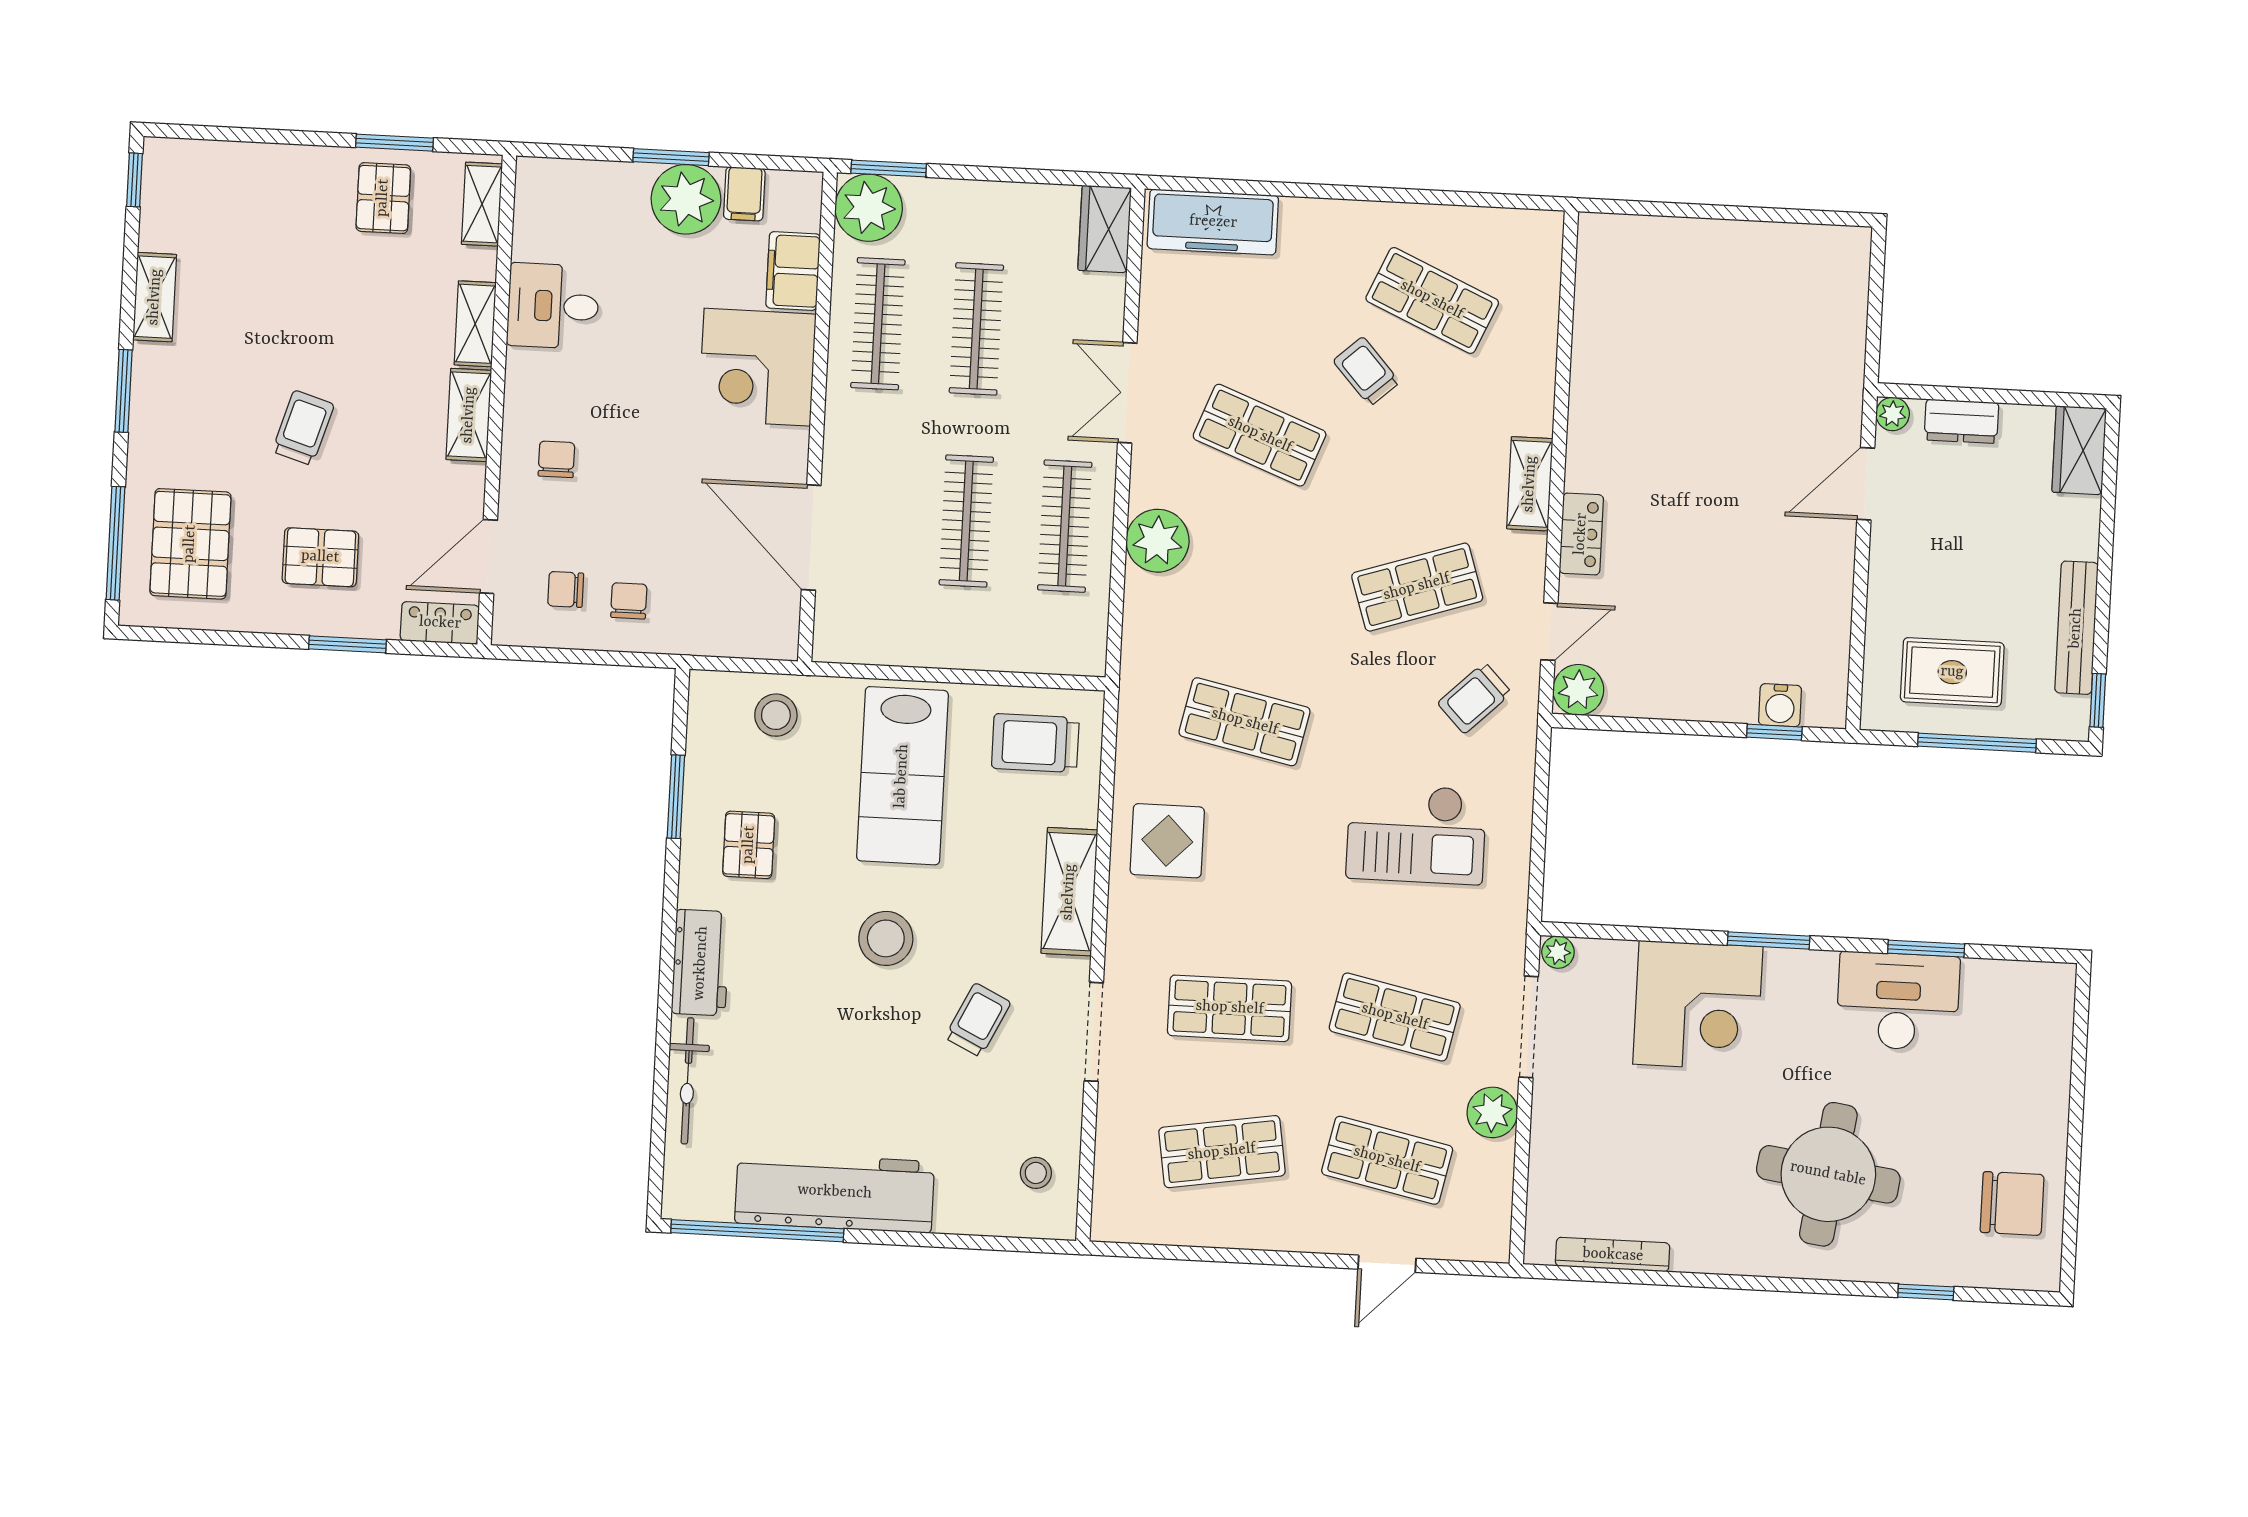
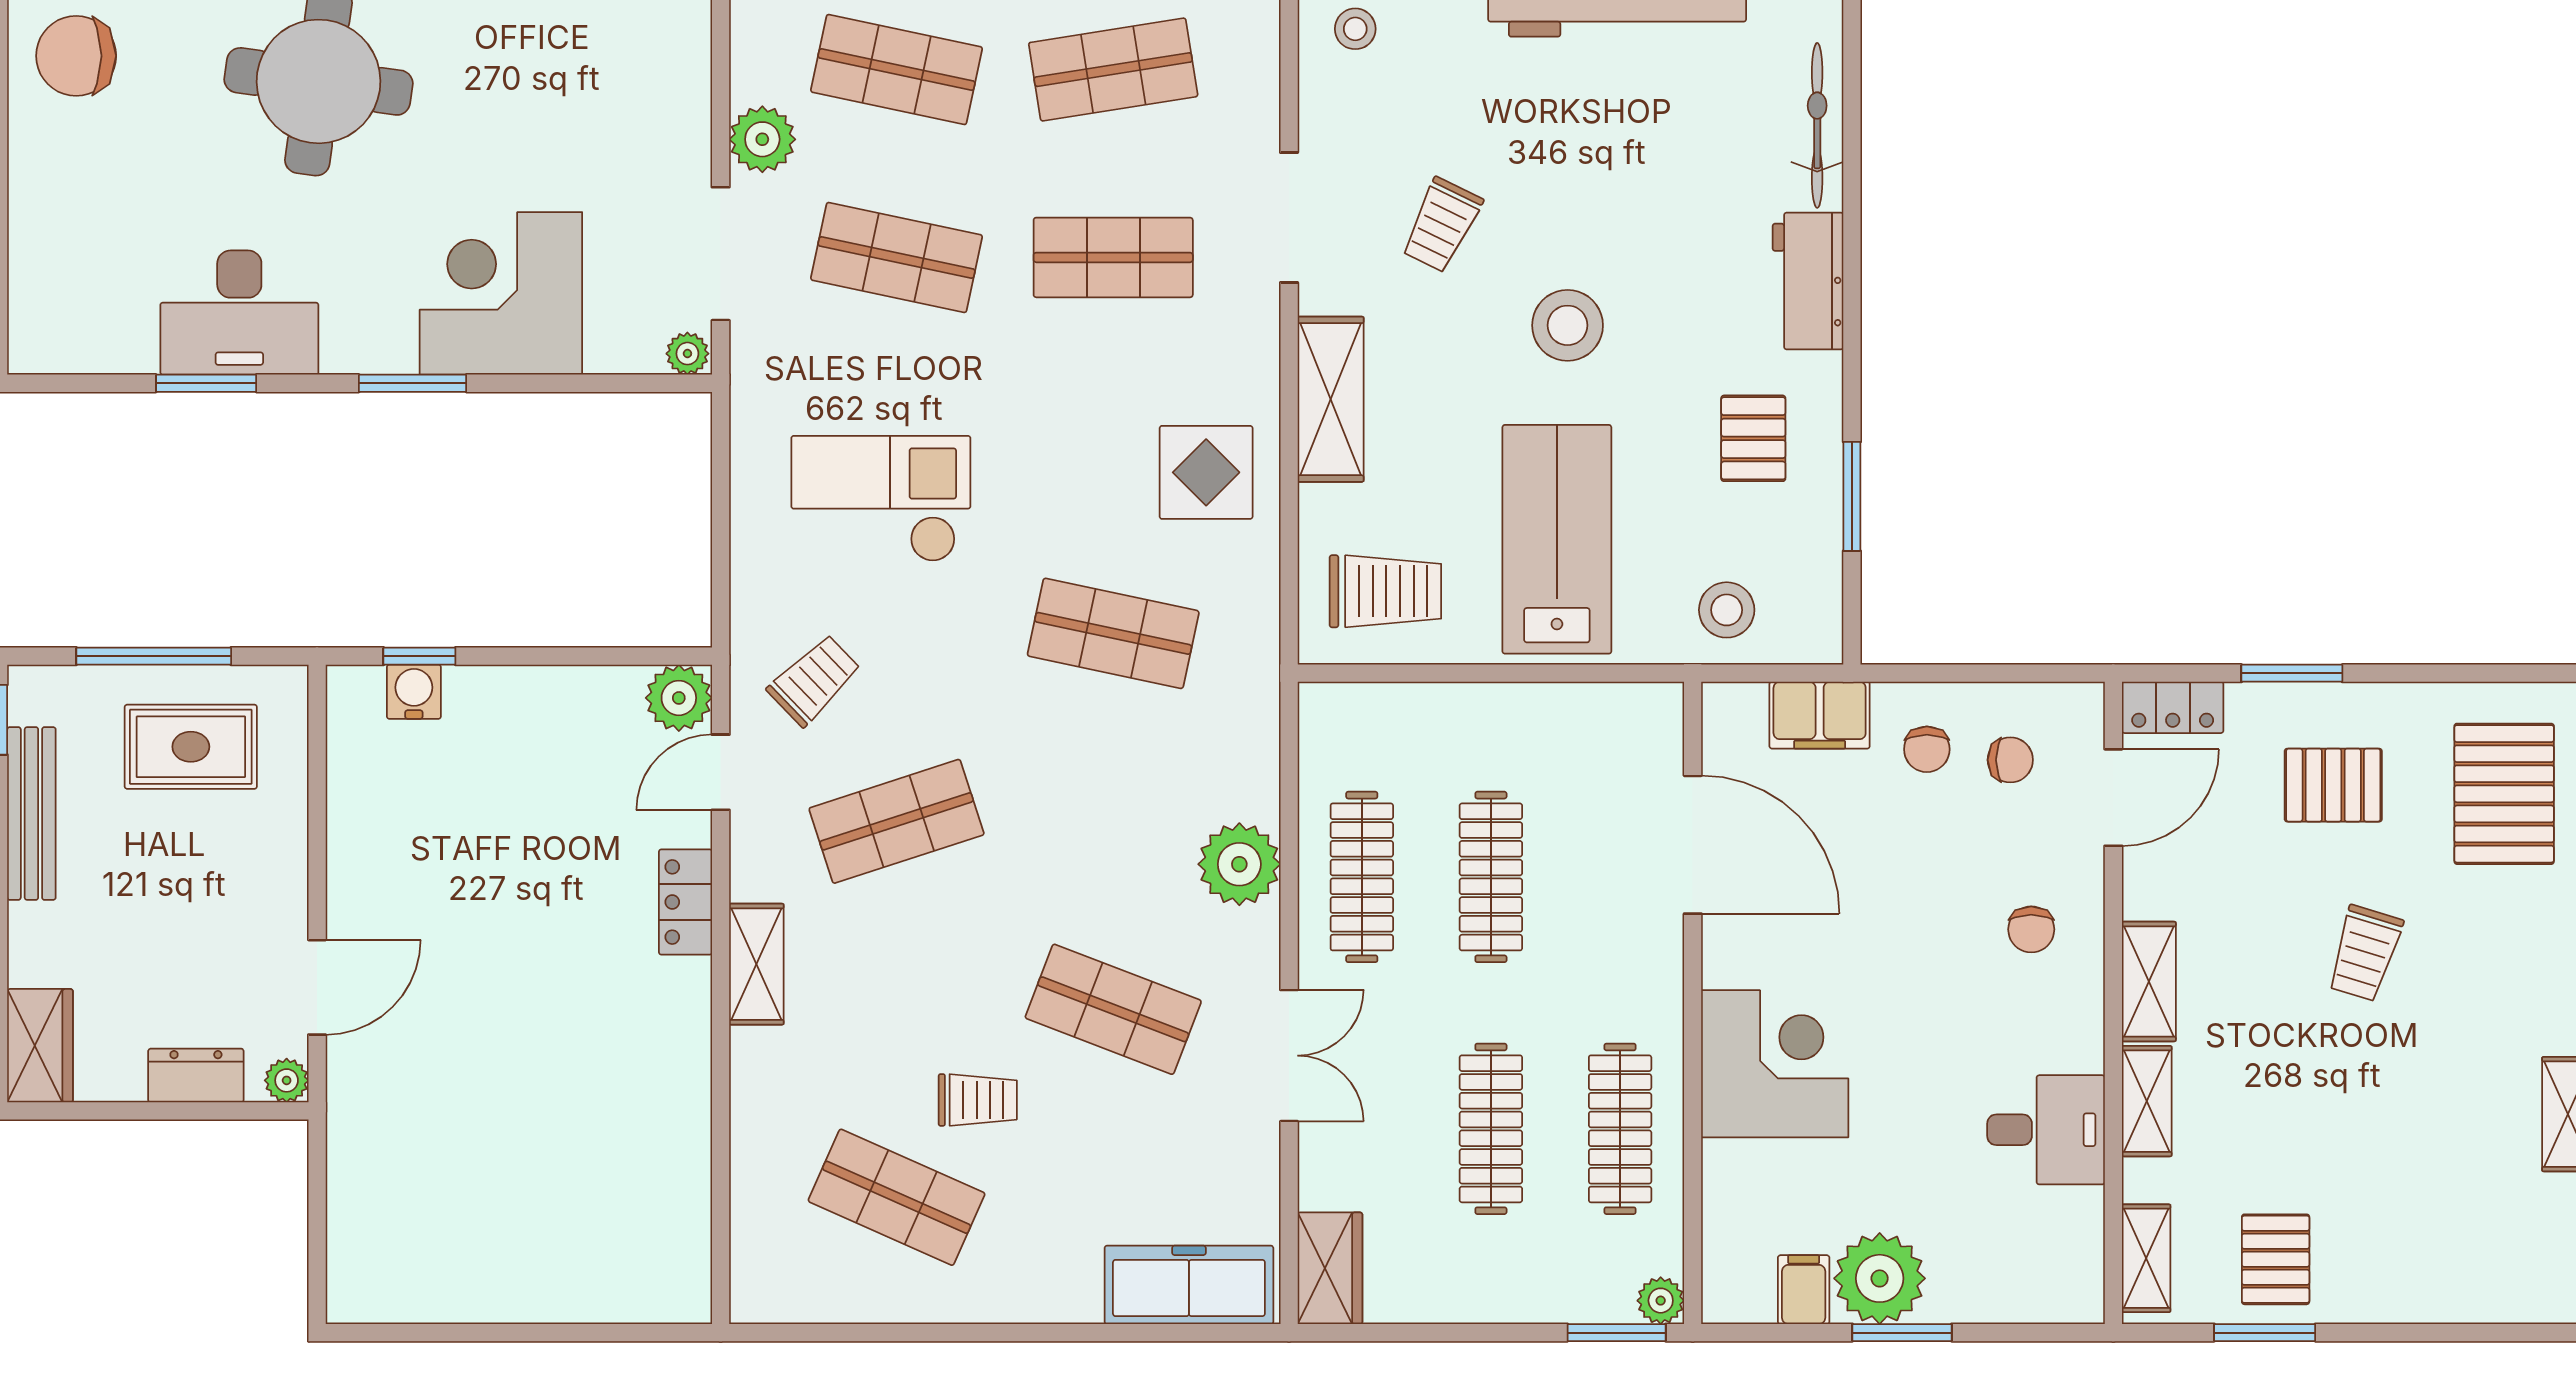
plant: (869, 208) -> (1661, 1301), width x0.53, depth x0.53
filing cabinet: (793, 271) -> (1820, 715), moved, turned 90
trolley: (1366, 371) -> (978, 1100), turned -48

